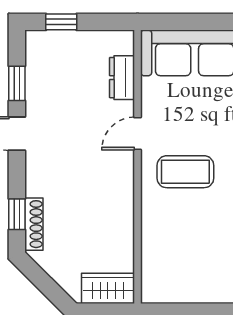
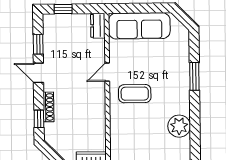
dresser: (122, 78) -> (98, 26), moved
shoe rack: (34, 224) -> (49, 107), moved

